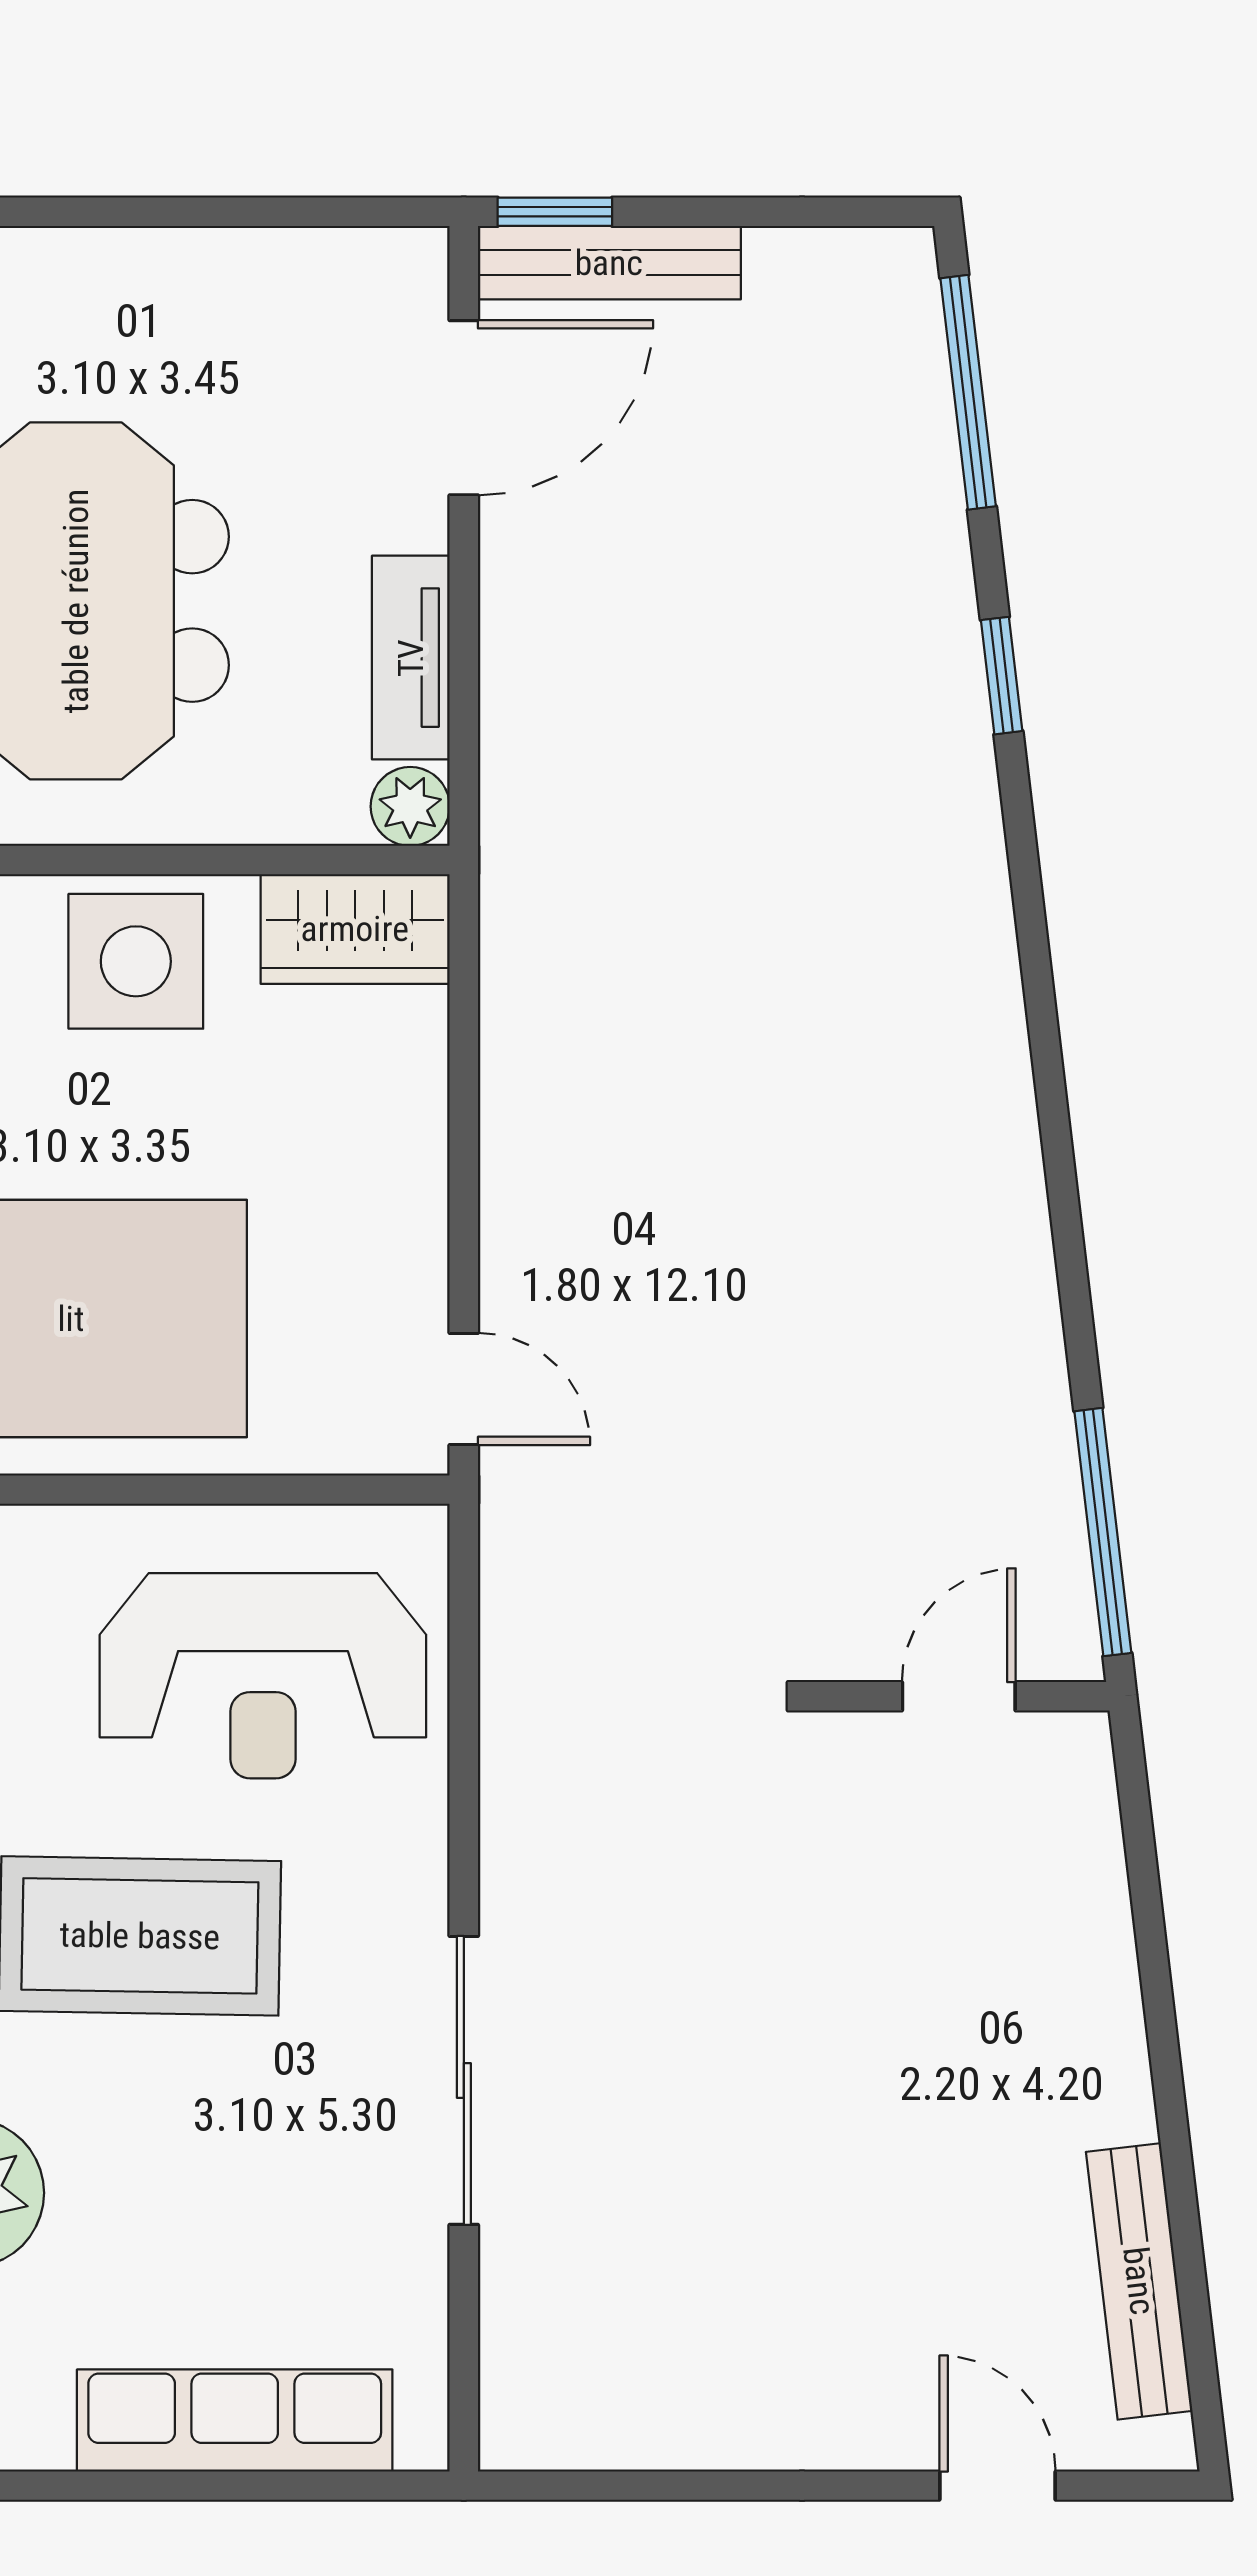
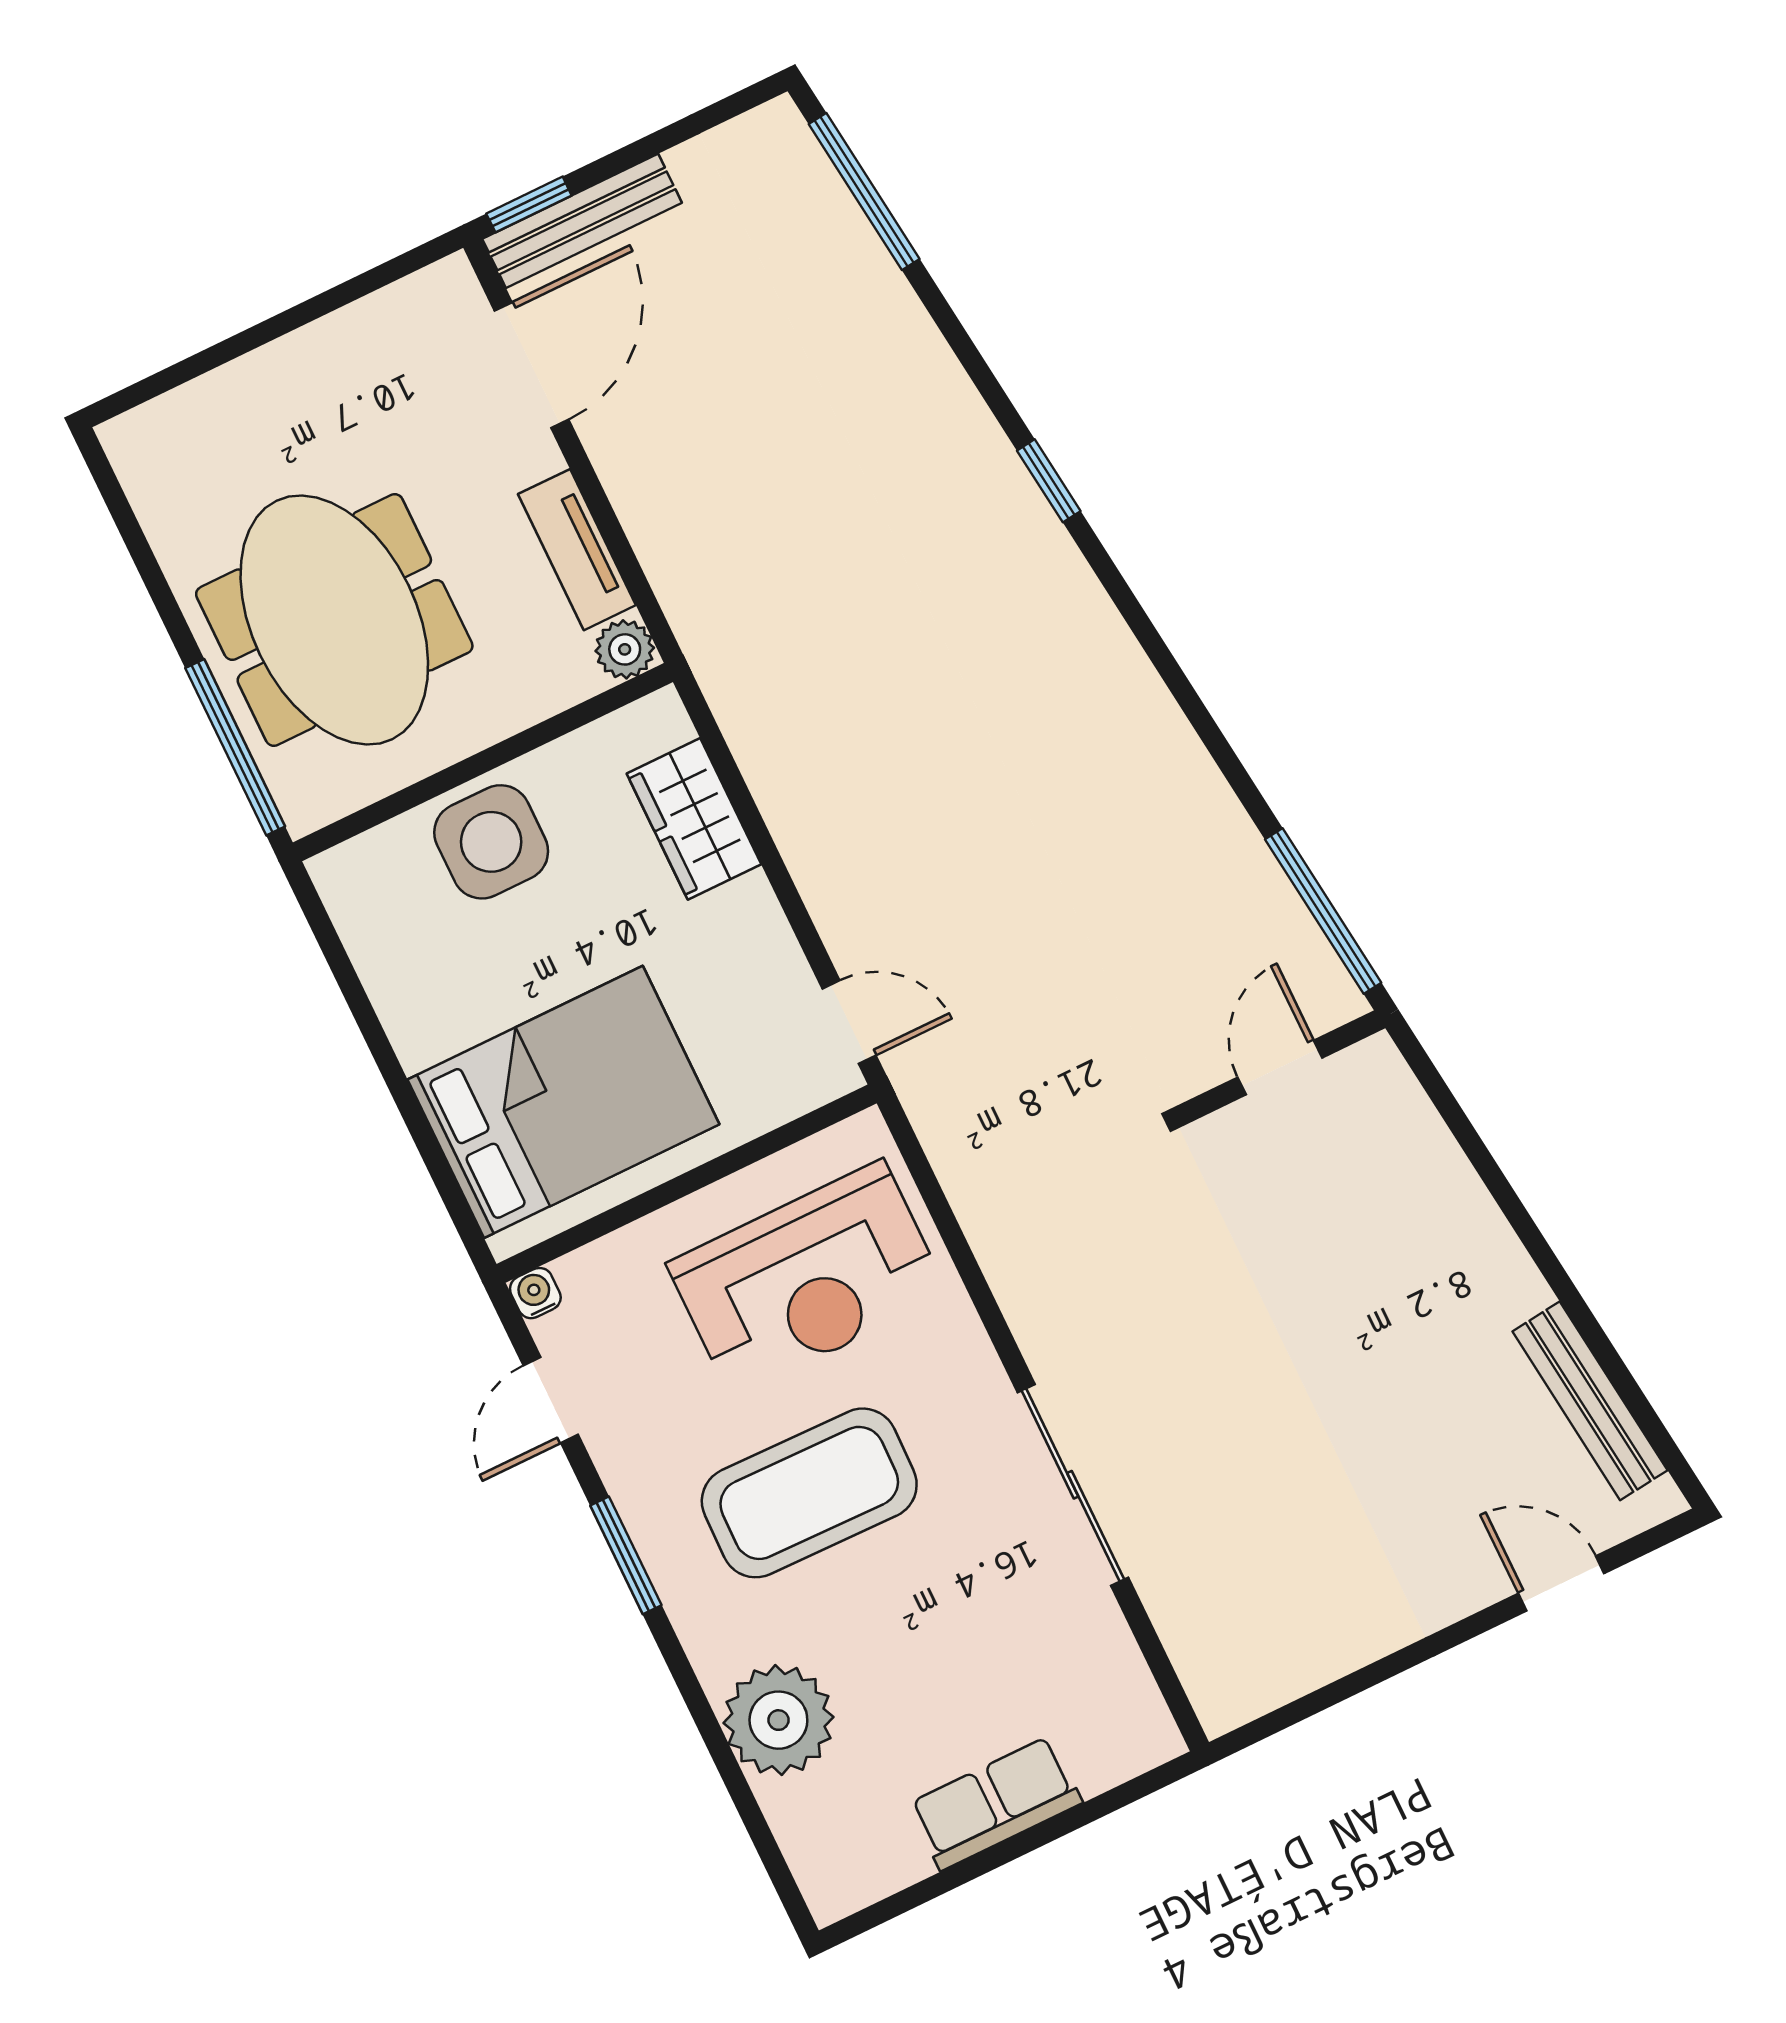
window: (1002, 676) -> (1049, 481), moved
wardrobe: (355, 929) -> (694, 819), moved, turned 90
row of seats: (235, 2420) -> (995, 1803), width x0.68

